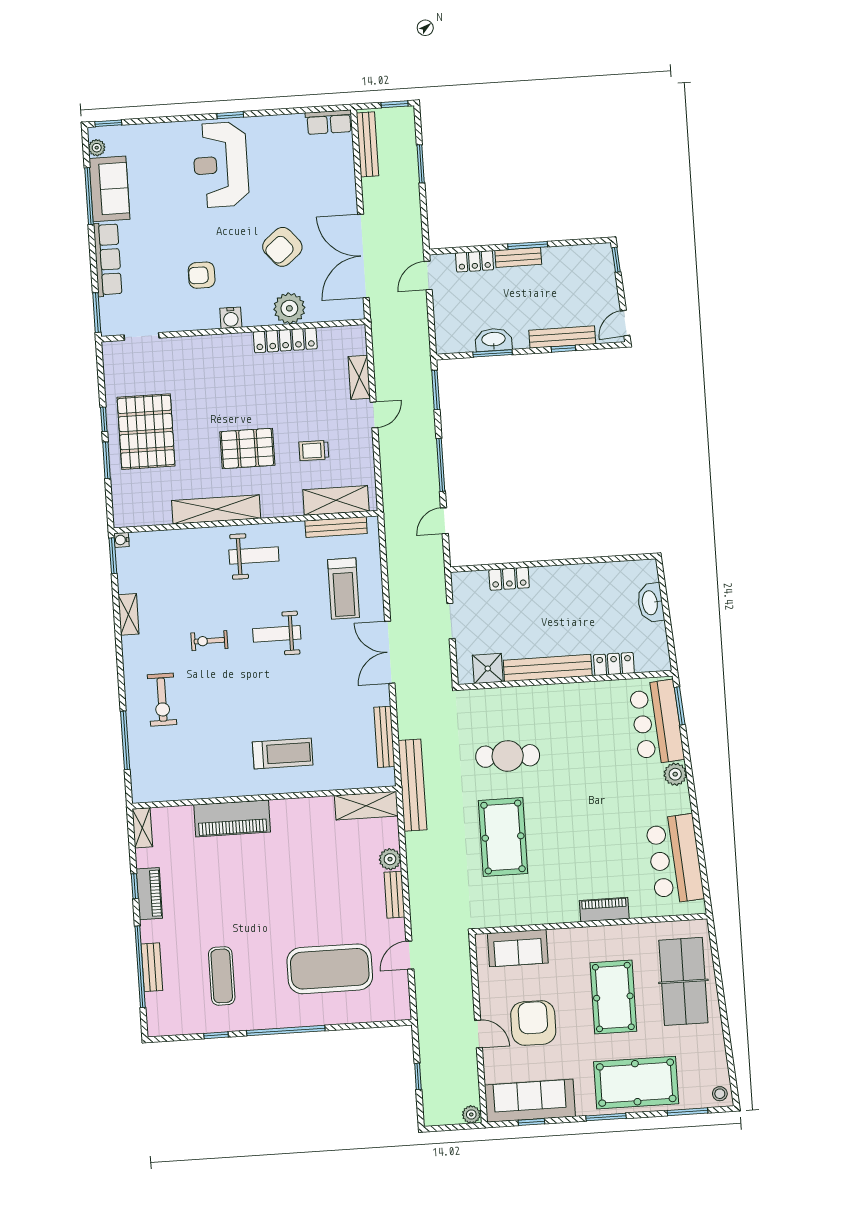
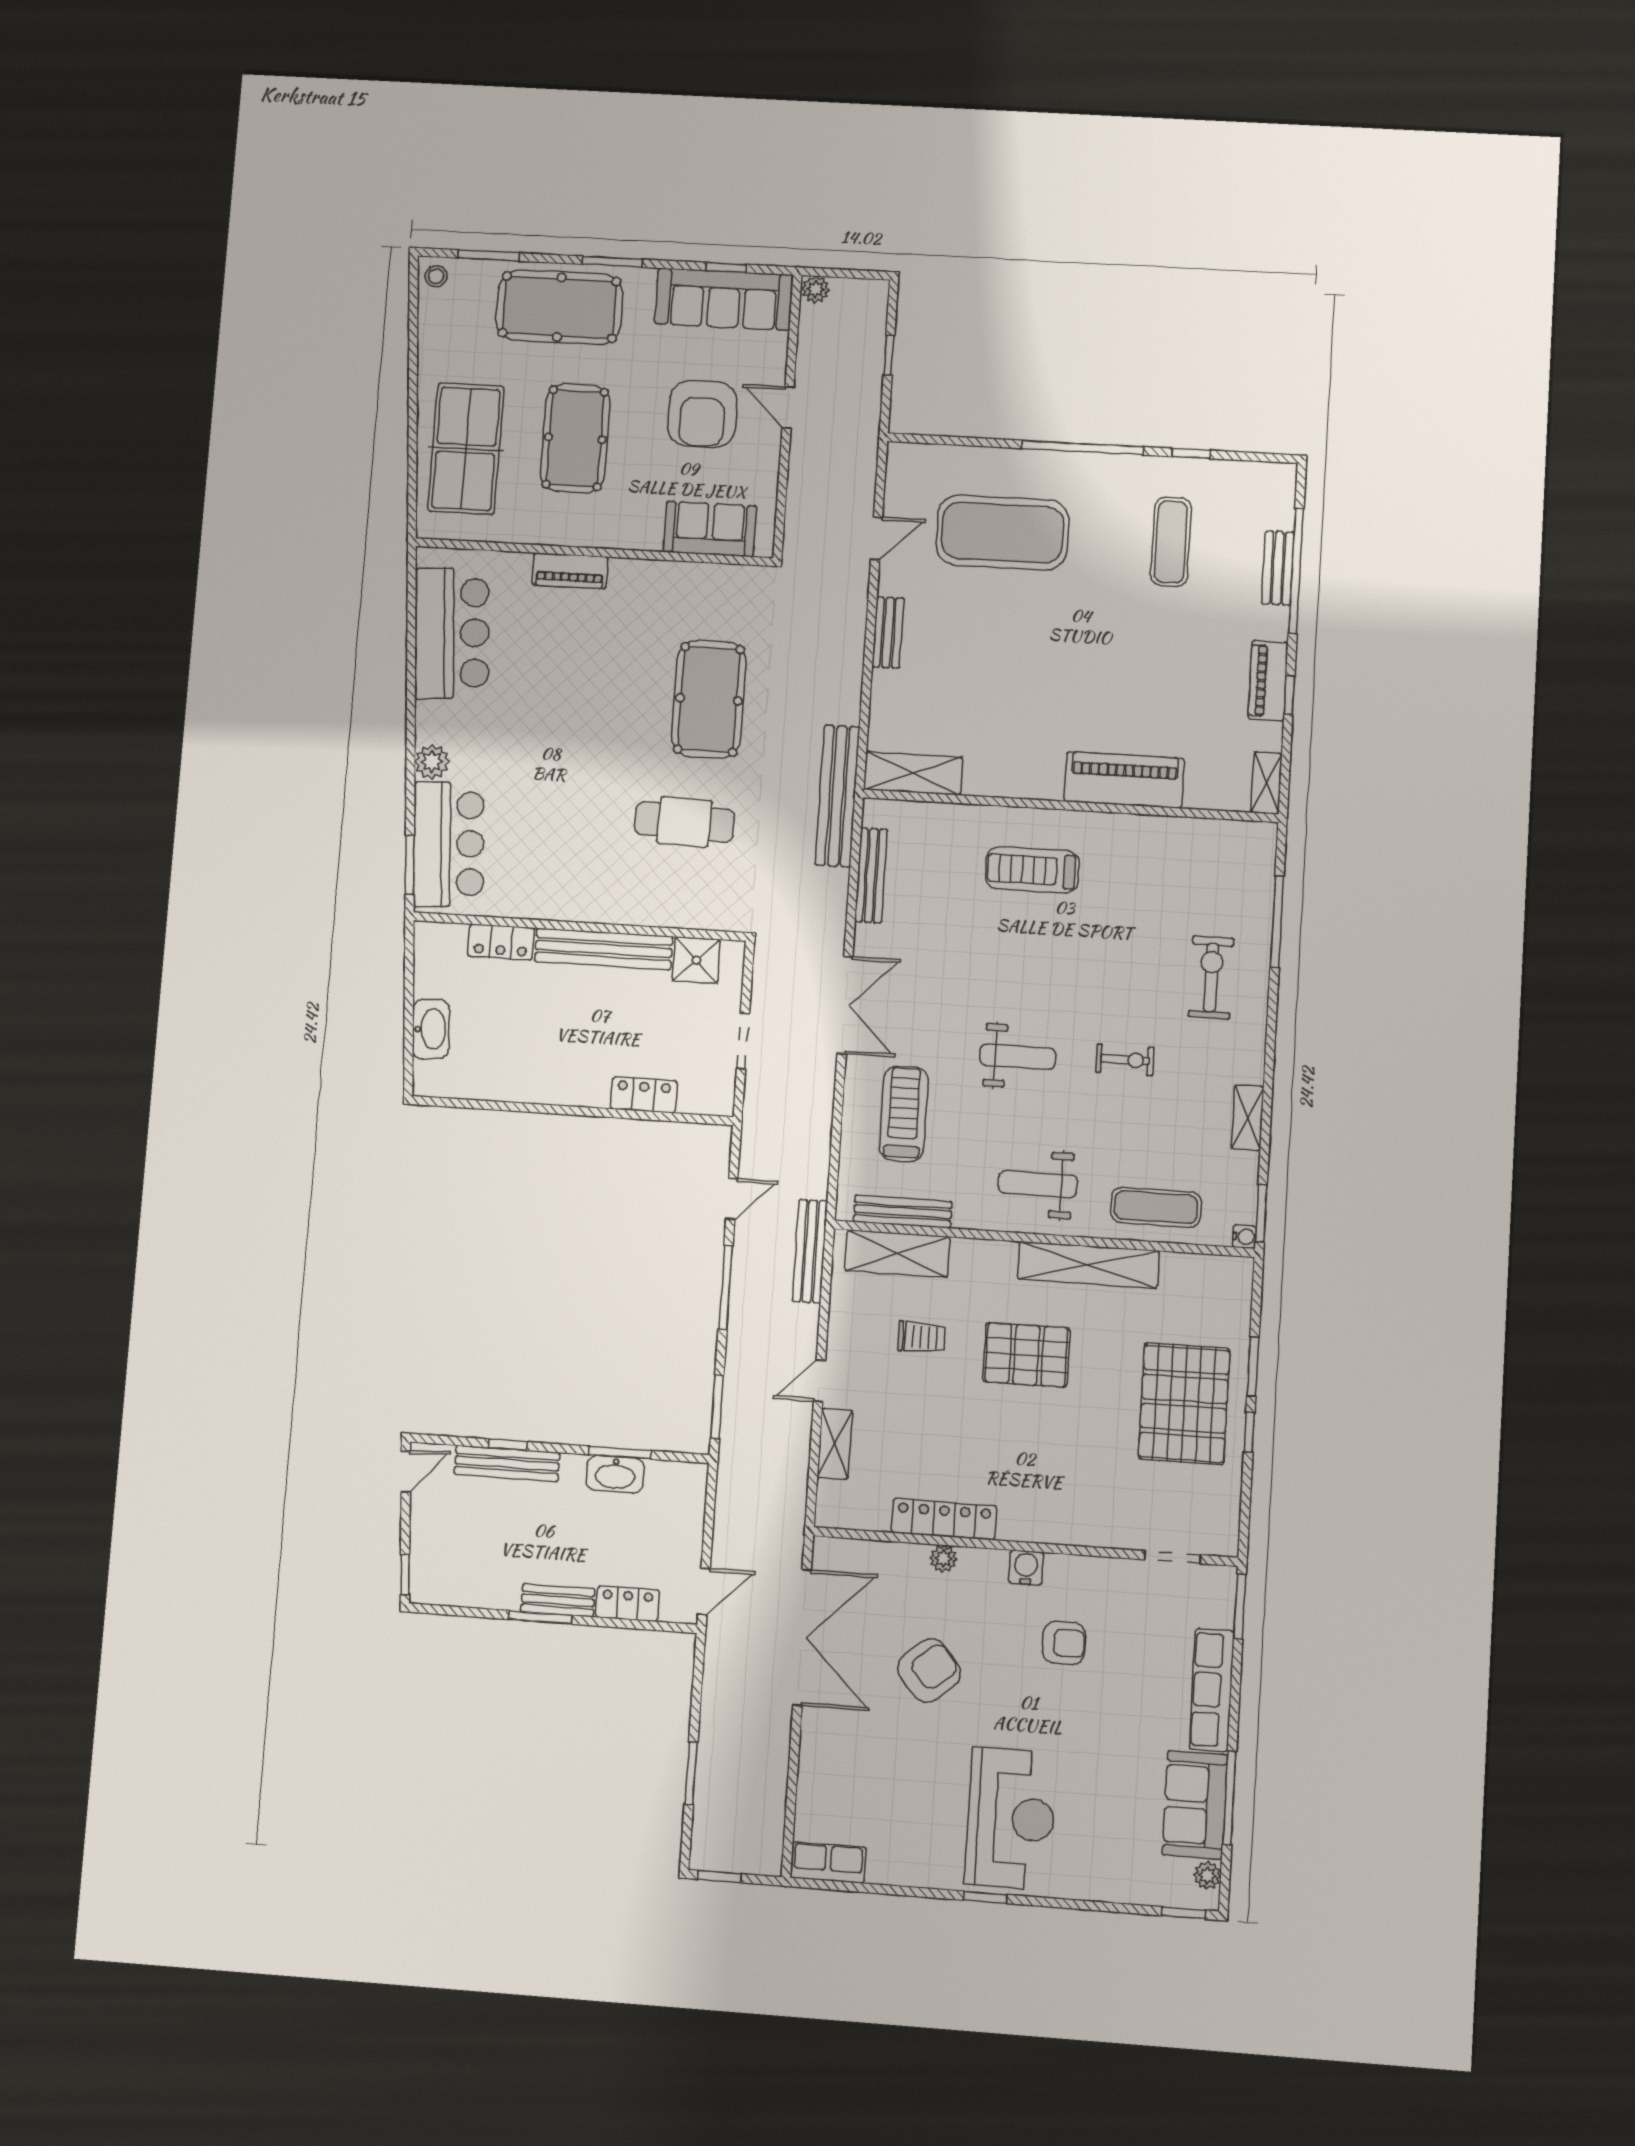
bench: (368, 144) -> (810, 1251), moved
plant: (289, 308) -> (943, 1559), width x0.53, depth x0.53
exercise mat: (179, 551) -> (1156, 1207), added
plant: (390, 859) -> (887, 687), removed

